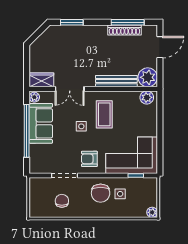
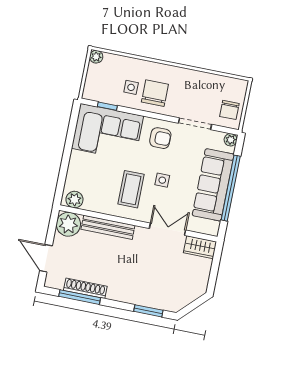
door: (160, 47) -> (46, 258), hinge flipped
plant: (34, 97) -> (231, 140), moved
sofa: (41, 123) -> (213, 185), width x1.36
chair: (62, 201) -> (229, 110), moved

